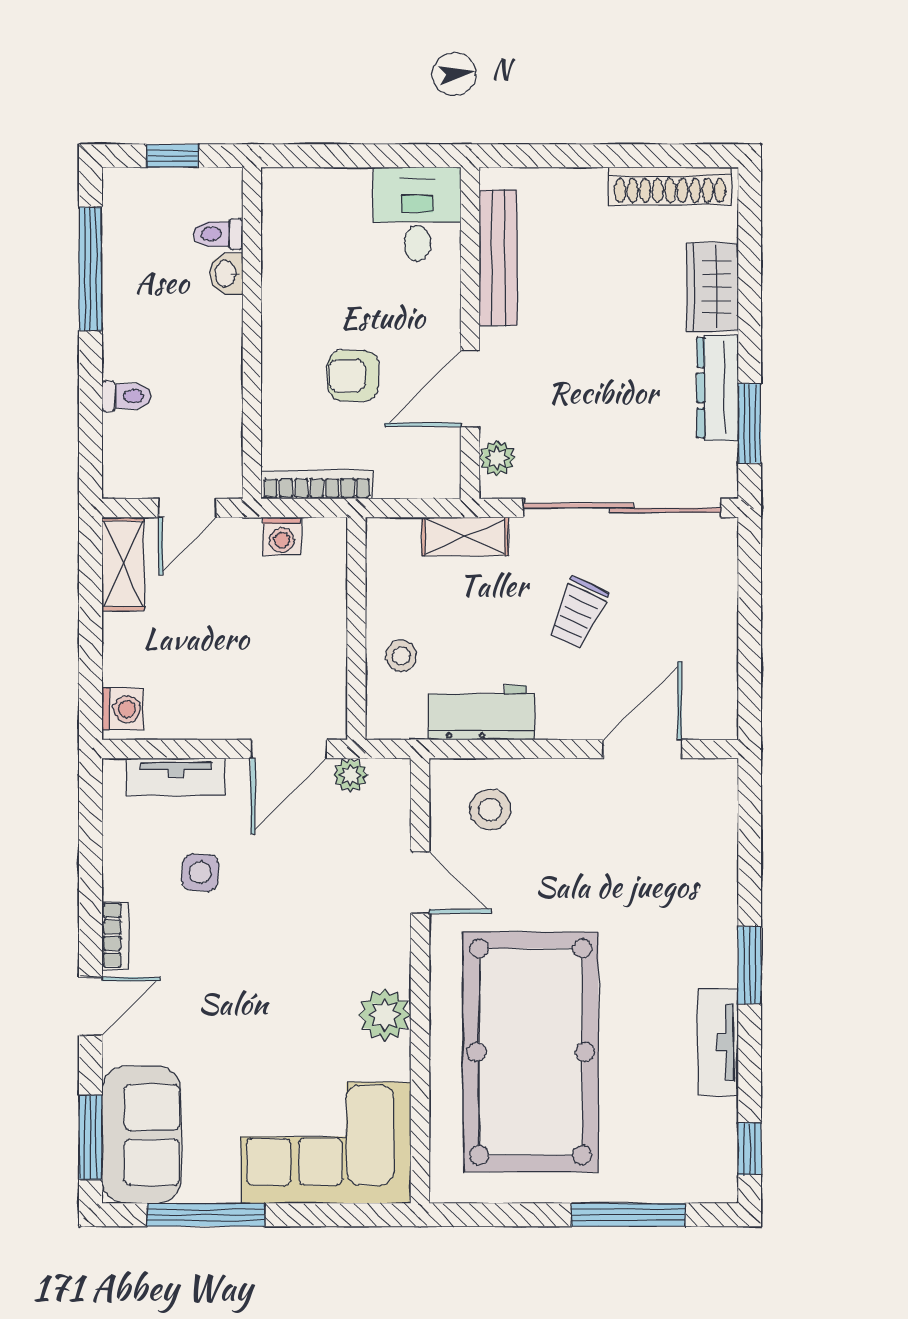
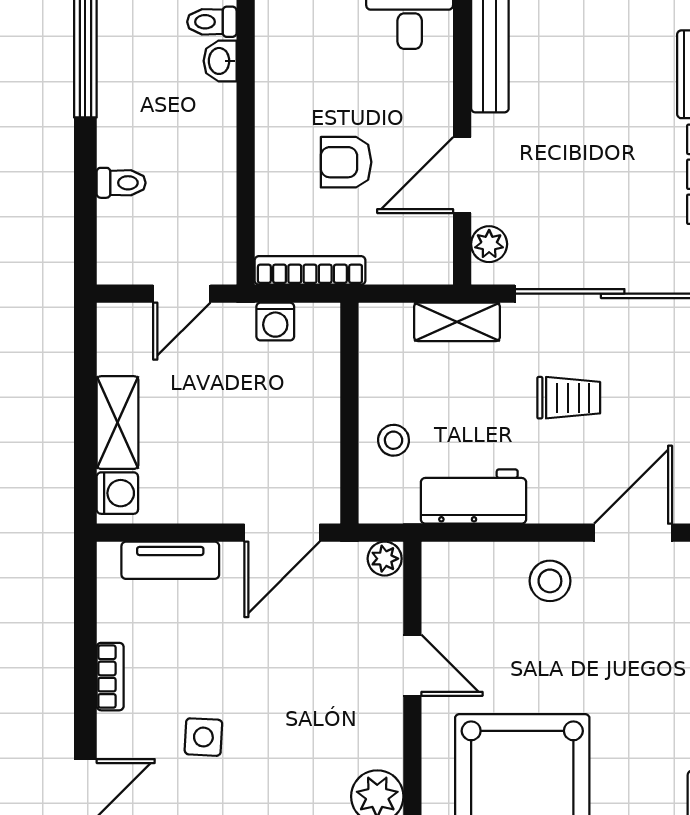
shelving: (123, 564) -> (118, 423), moved
trolley: (578, 613) -> (569, 398), turned -115
plant: (350, 775) -> (385, 559), moved
stool: (490, 810) -> (550, 581), moved
side table: (200, 873) -> (203, 737), moved
bookcase: (115, 935) -> (110, 677), moved

